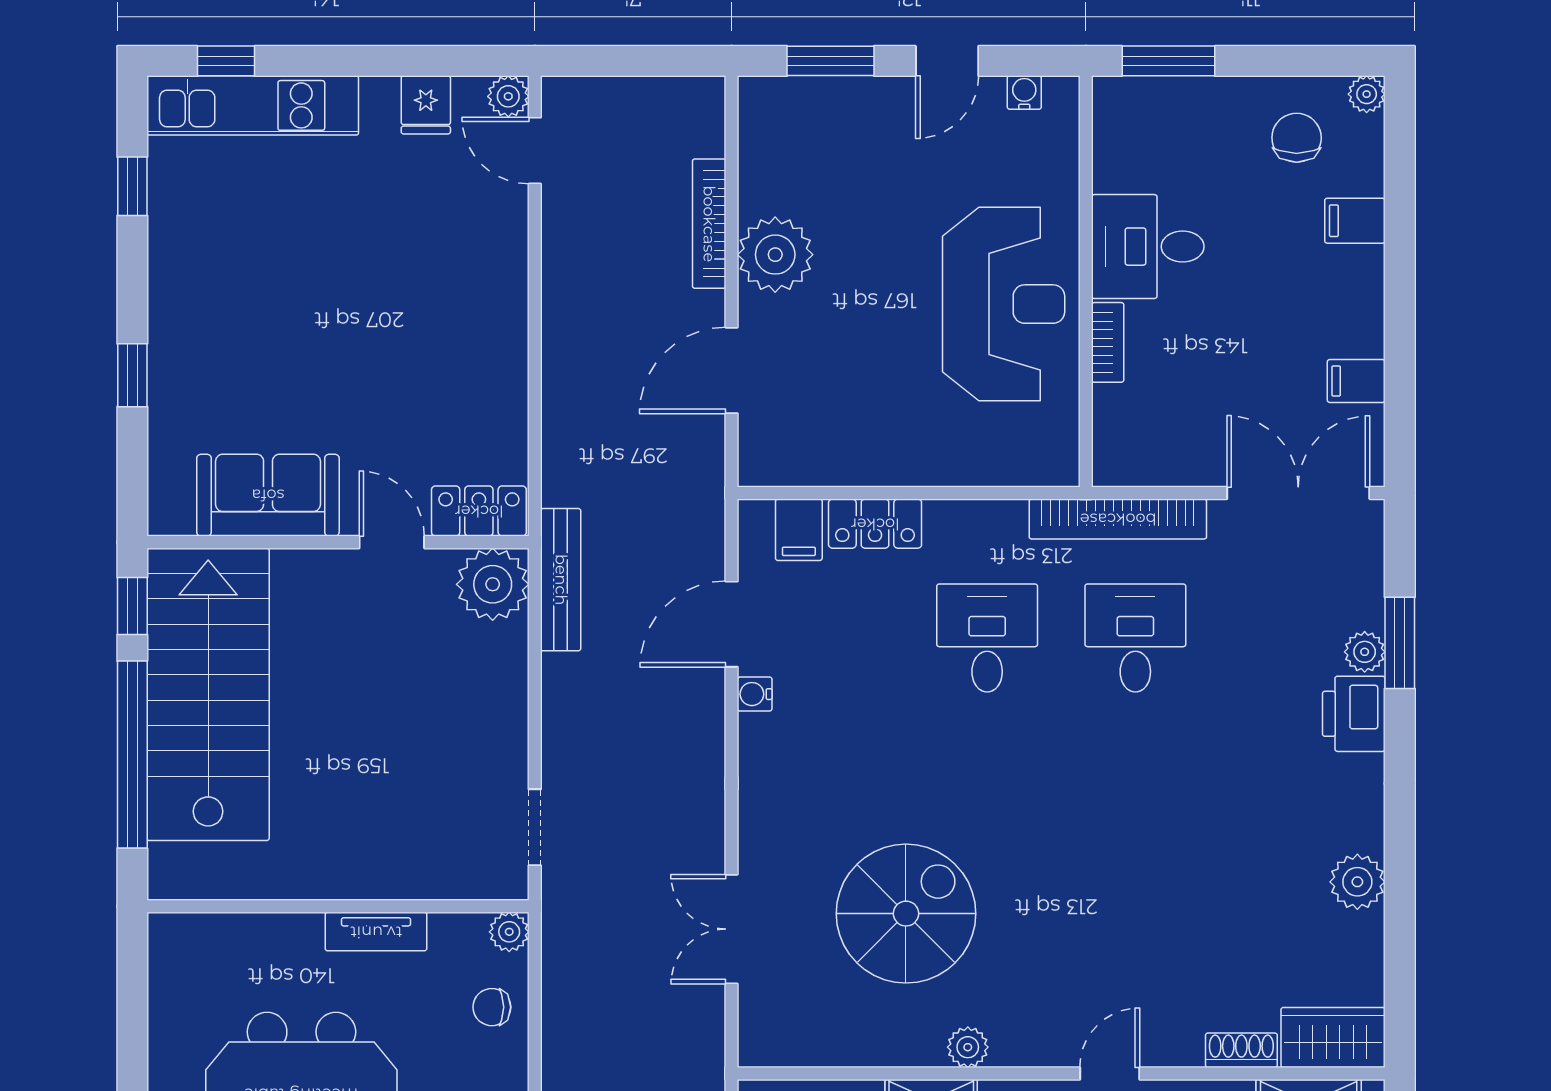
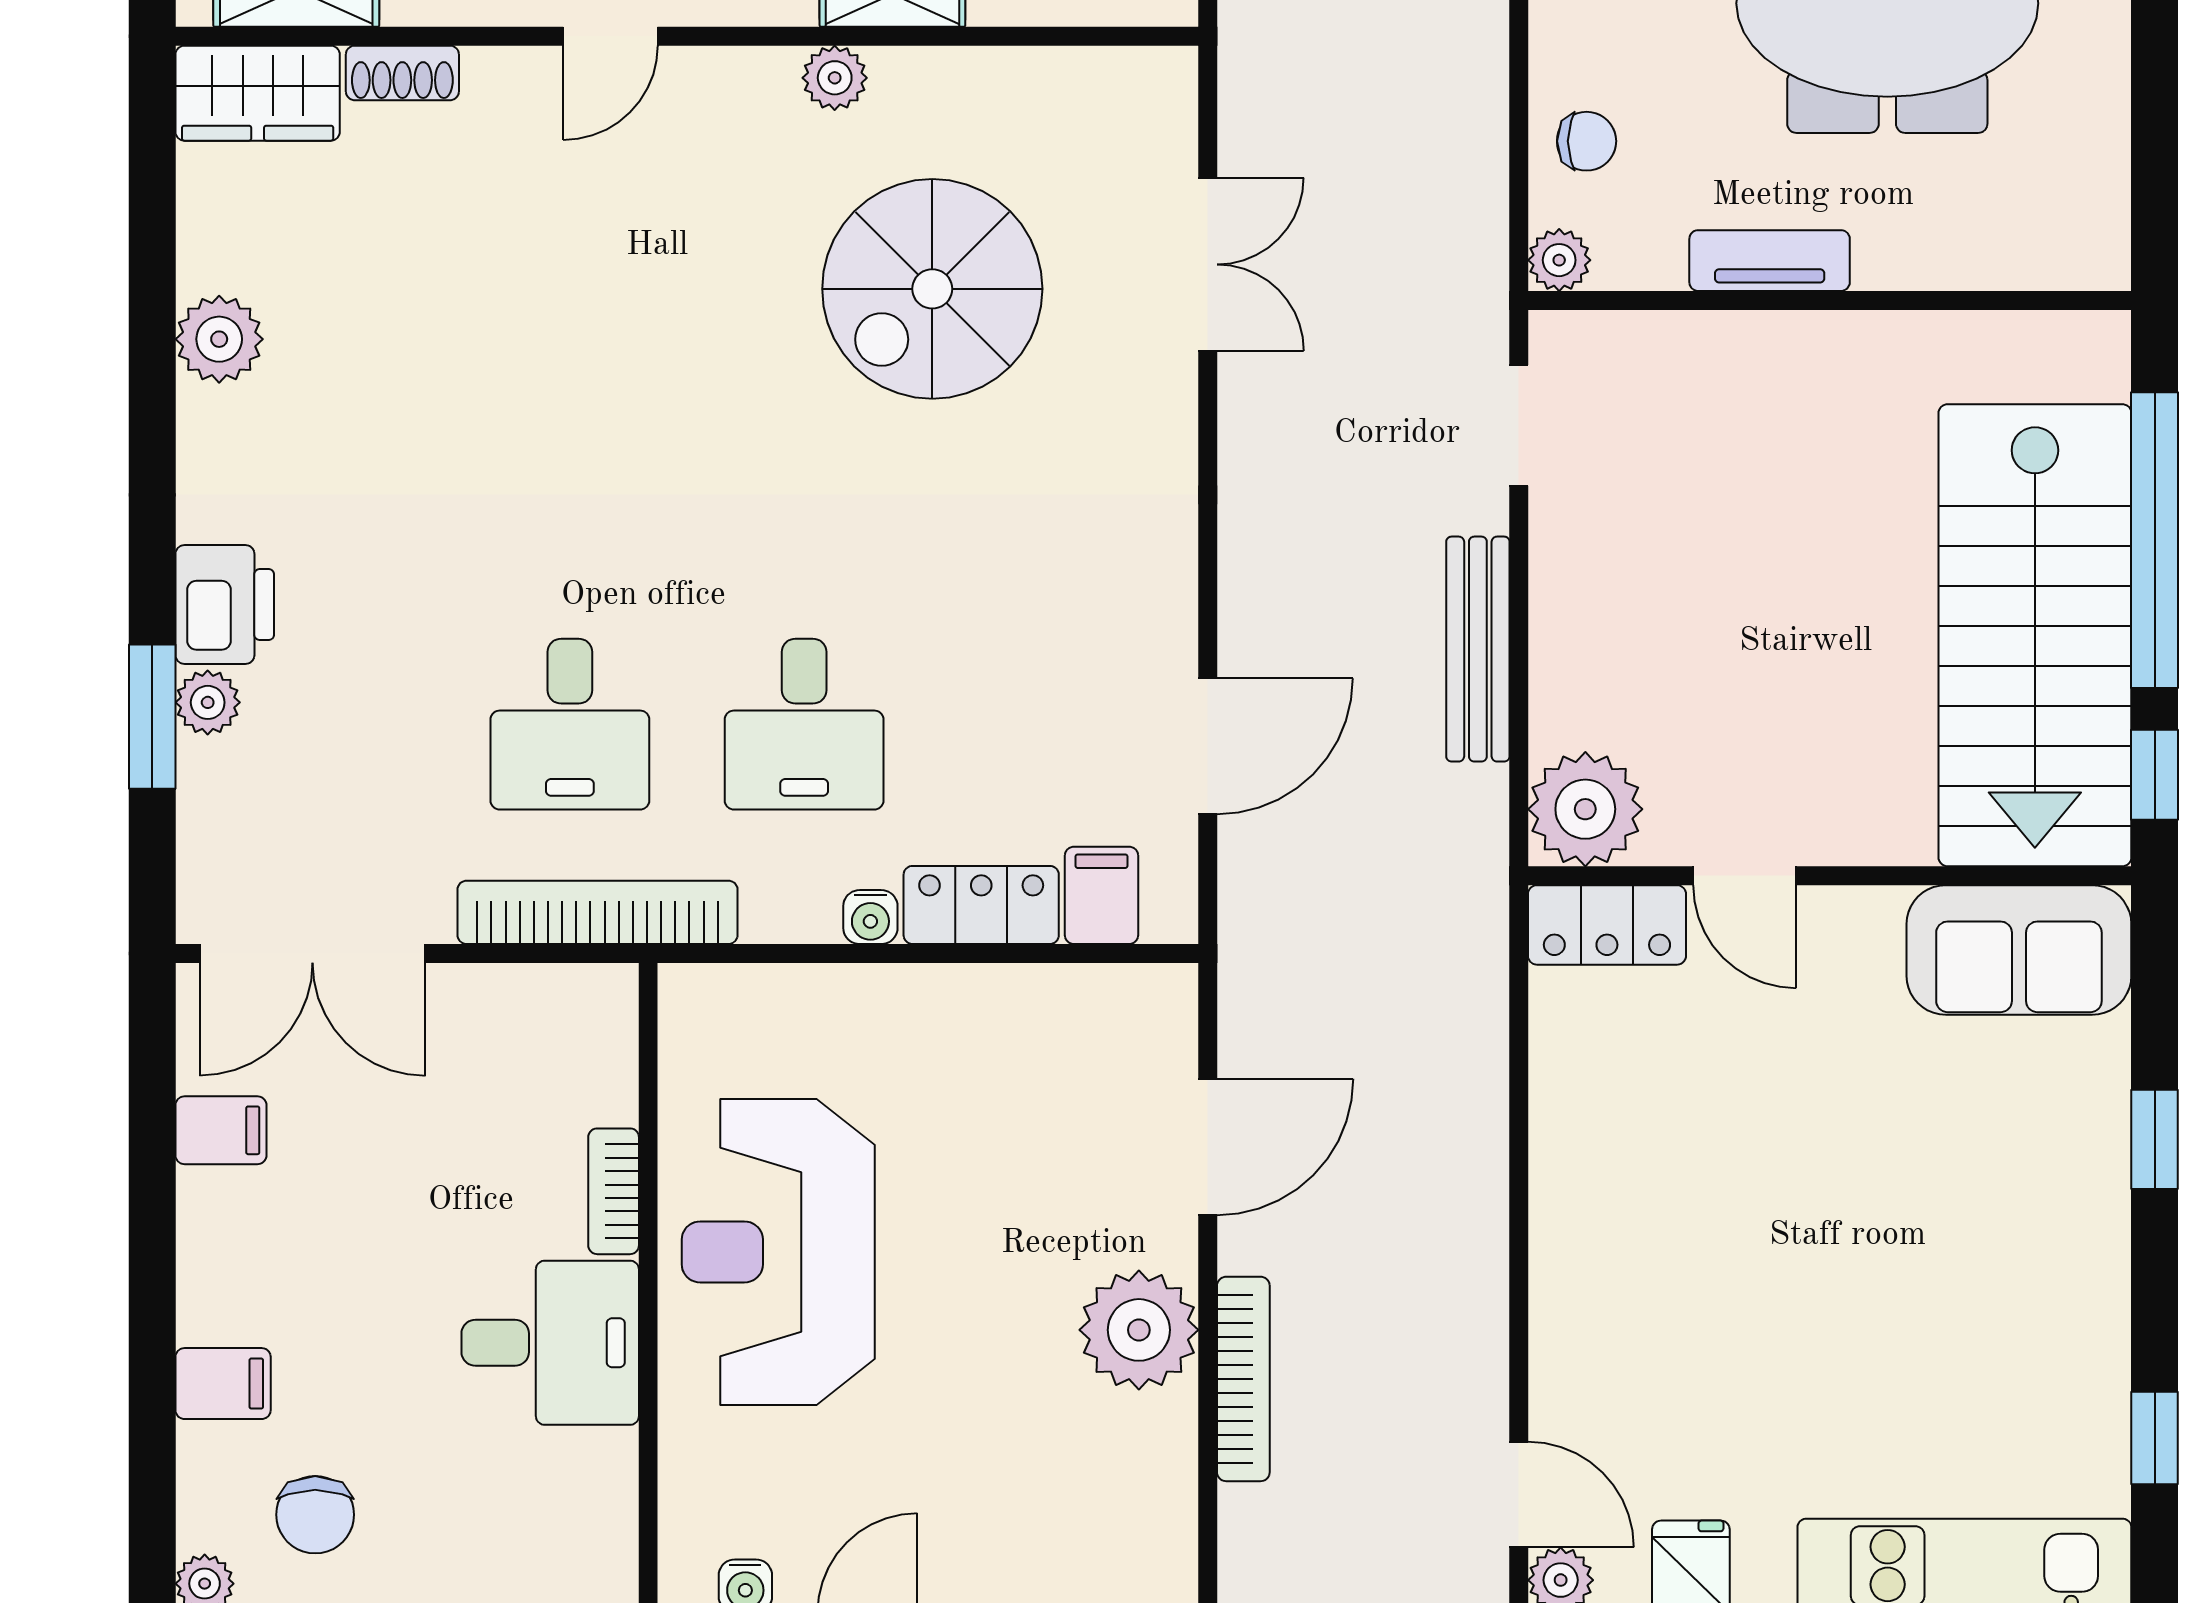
sofa: (268, 495) -> (2019, 950), moved
bench: (561, 580) -> (1478, 649), moved
water cooler: (755, 694) -> (870, 917), moved, turned 90

